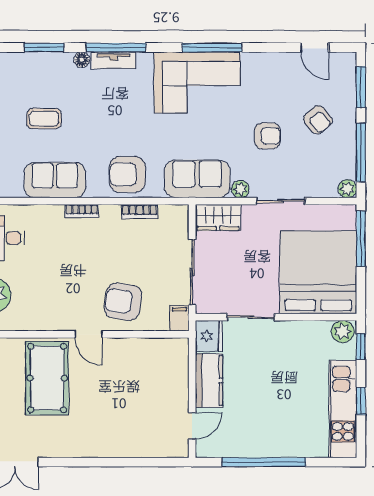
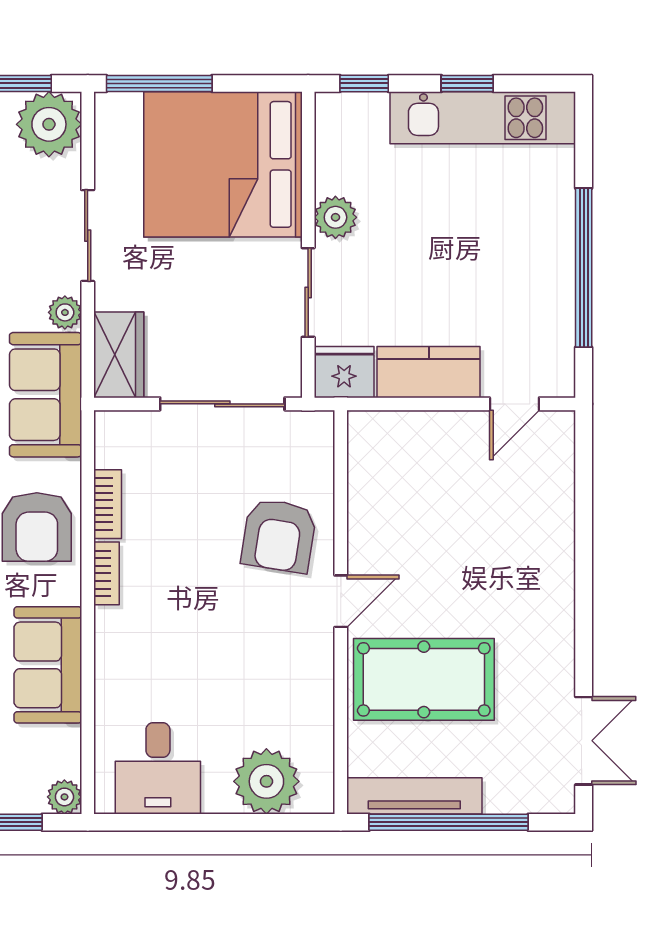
plant: (347, 189) -> (49, 124), width x1.87, depth x1.87
bookcase: (82, 211) -> (106, 573), moved
filing cabinet: (179, 318) -> (310, 428), removed
plant: (343, 332) -> (335, 217), moved
door: (192, 426) -> (514, 404), swing flipped

